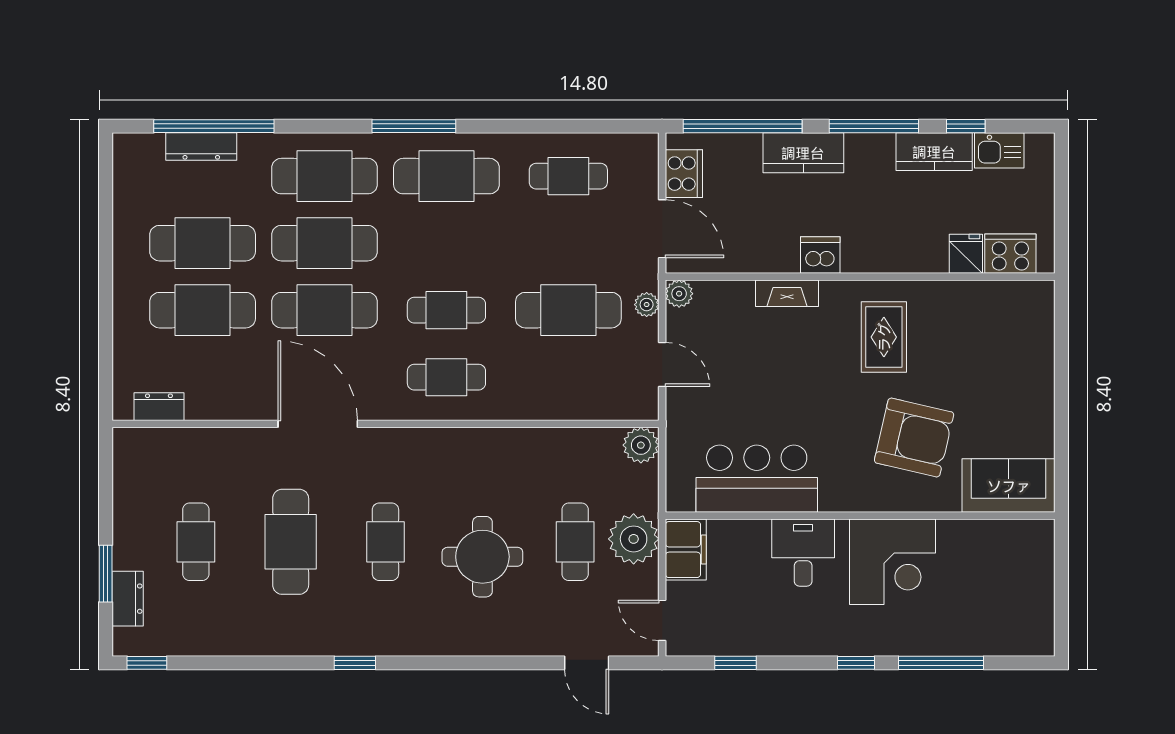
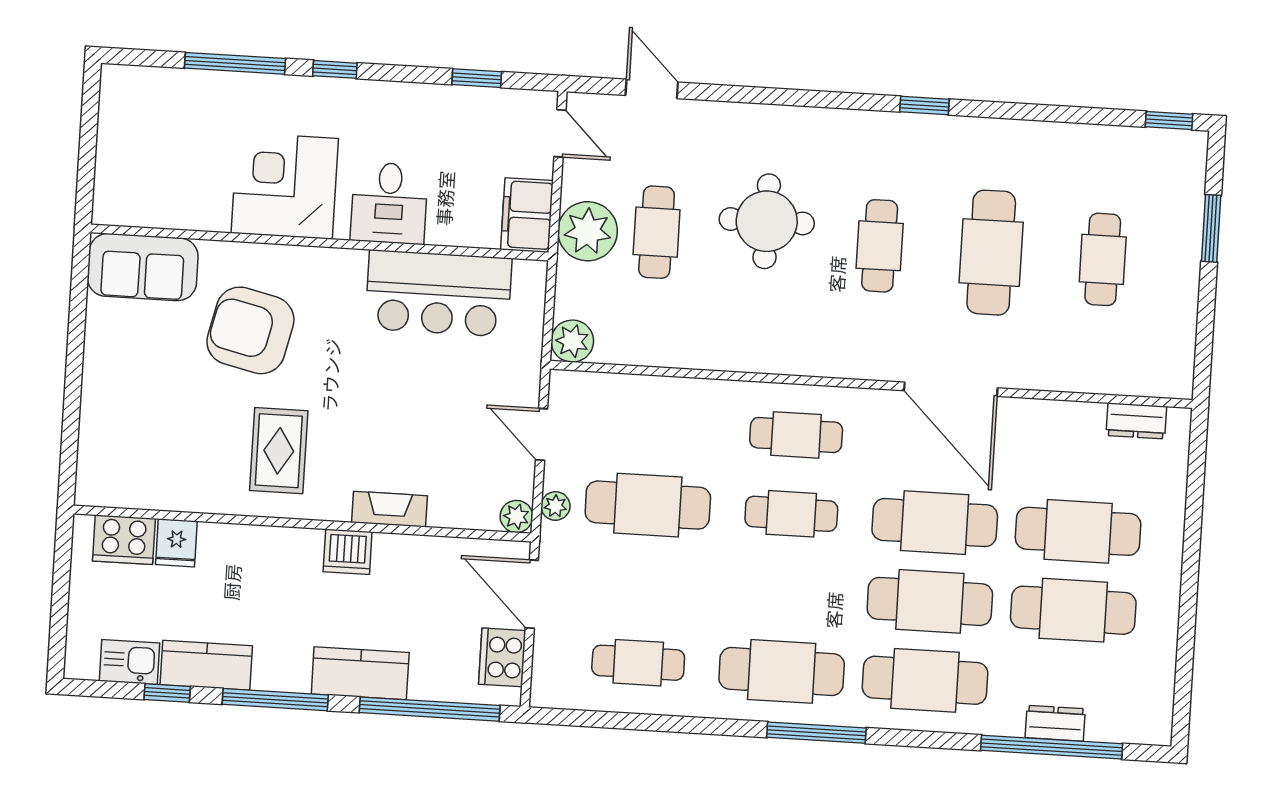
dresser: (201, 146) -> (1055, 723), width x0.70
dresser: (128, 599) -> (1187, 197), removed

